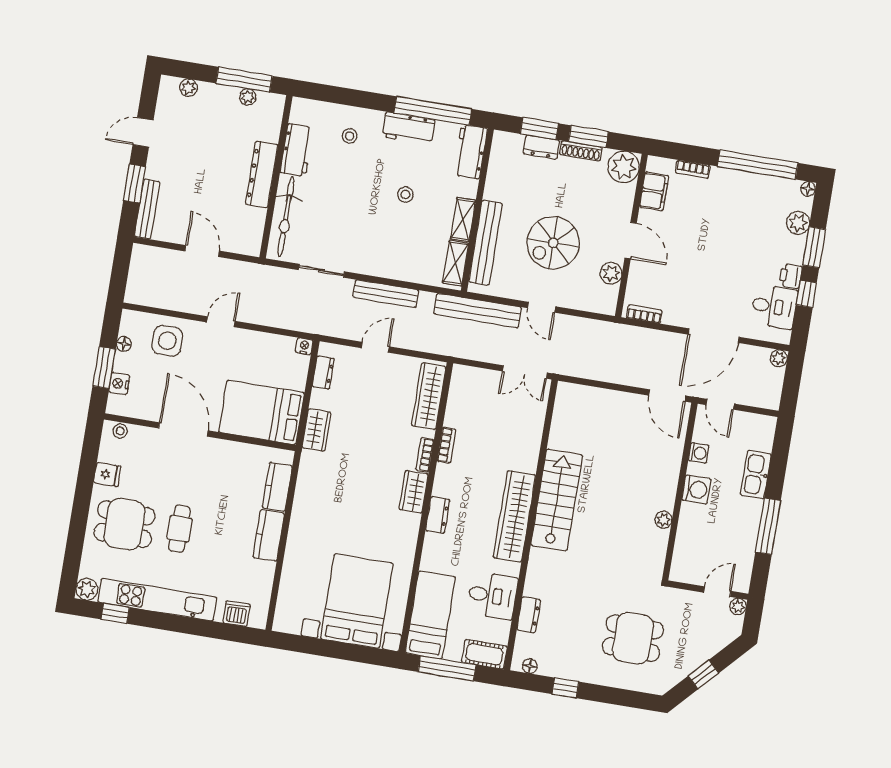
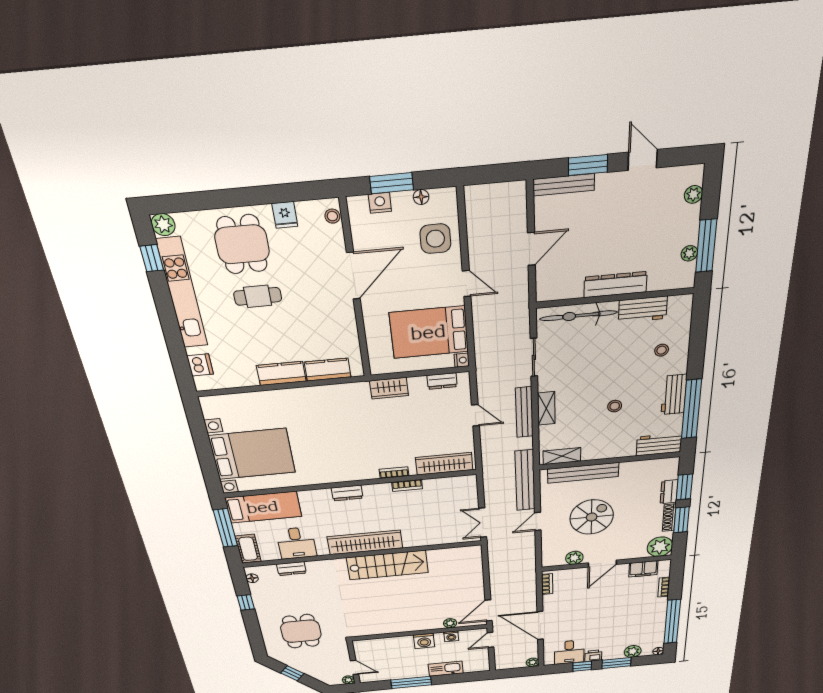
shelving: (463, 219) -> (546, 408), moved, turned 90
spiral stairs: (553, 243) -> (592, 517), turned 90
bed: (262, 412) -> (429, 332), moved, turned -90
wardrobe: (414, 492) -> (360, 472), removed
plant: (663, 520) -> (450, 623), moved

